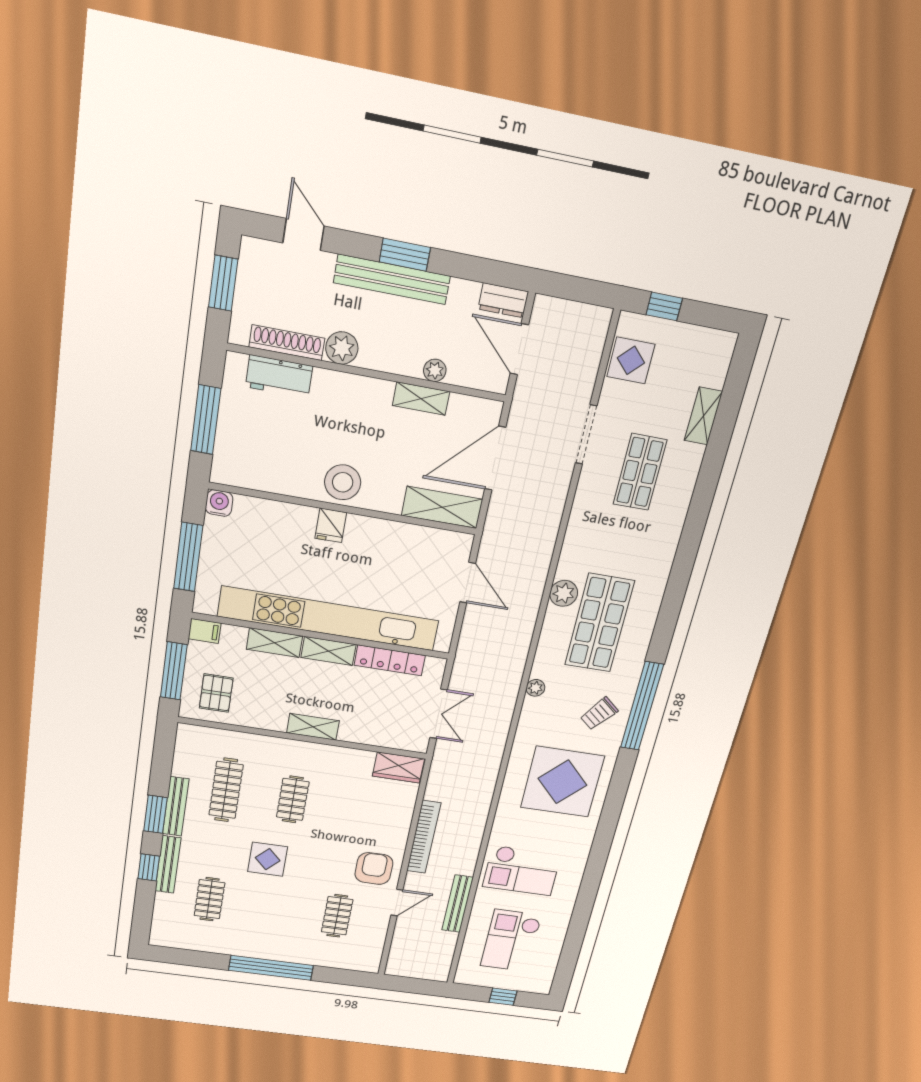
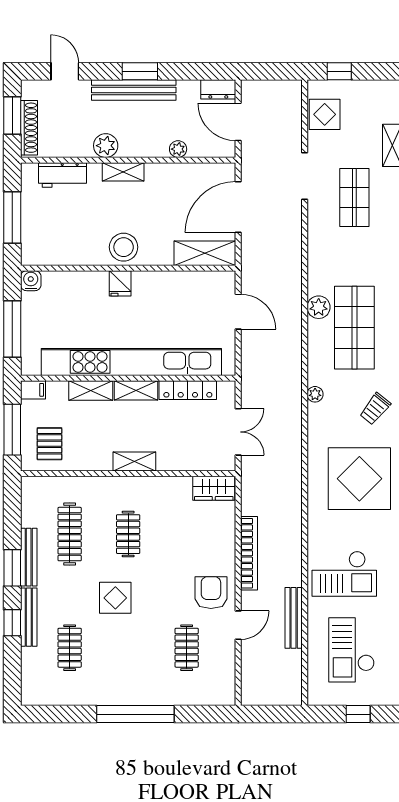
shoe rack: (287, 343) -> (29, 128), moved, turned 90
shelving: (421, 399) -> (123, 172), moved

